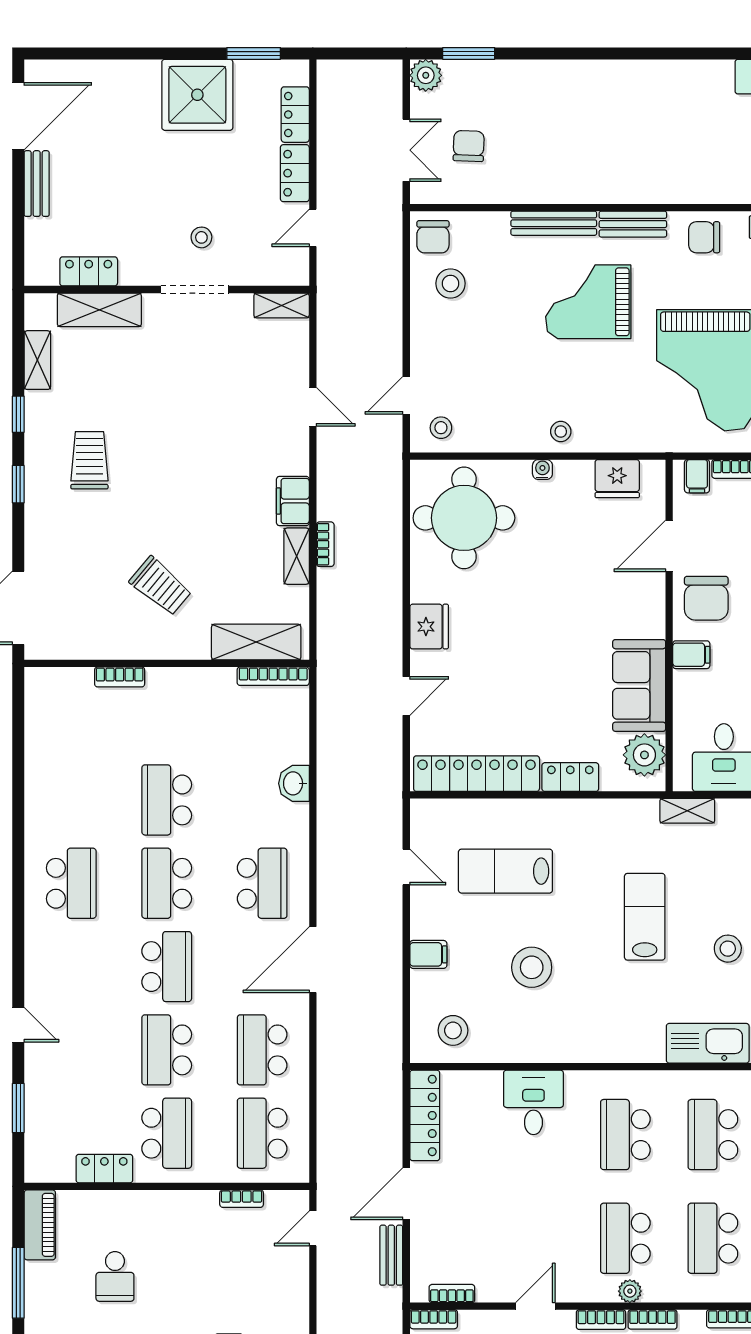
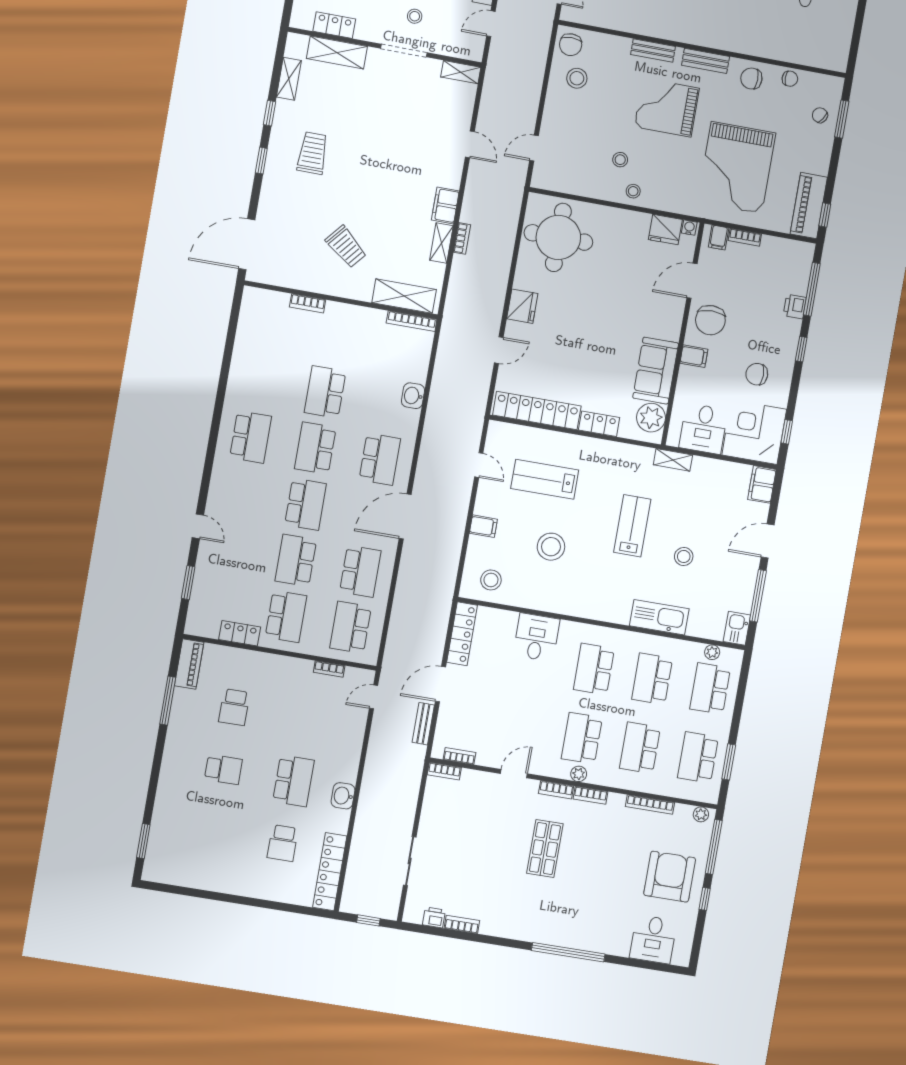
bench: (554, 223) -> (653, 51), width x0.73
stool: (441, 428) -> (620, 160), moved
water cooler: (542, 470) -> (689, 228), moved
school desk: (262, 1050) -> (360, 571), turned 180

